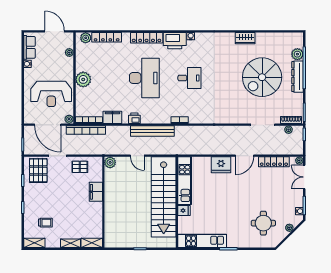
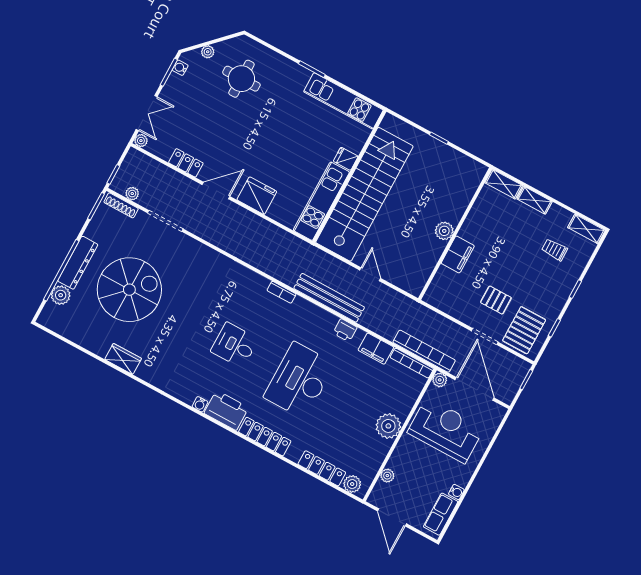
plant: (110, 162) -> (444, 231), moved
locker: (274, 162) -> (186, 163), width x0.66
pallet: (80, 167) -> (496, 300), moved

